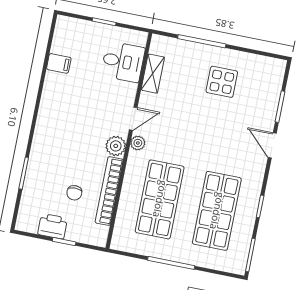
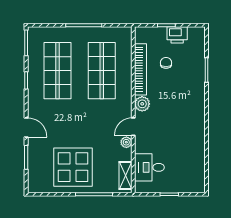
filing cabinet: (59, 63) -> (197, 157), removed
shelving: (153, 74) -> (125, 176), moved
display table: (222, 82) -> (73, 167), width x1.86, depth x1.86
plant: (138, 143) -> (126, 142), moved

